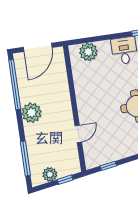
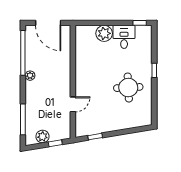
door: (38, 47) -> (48, 23), hinge flipped
plant: (88, 52) -> (104, 33), moved
plant: (31, 113) -> (30, 76), width x0.53, depth x0.53

